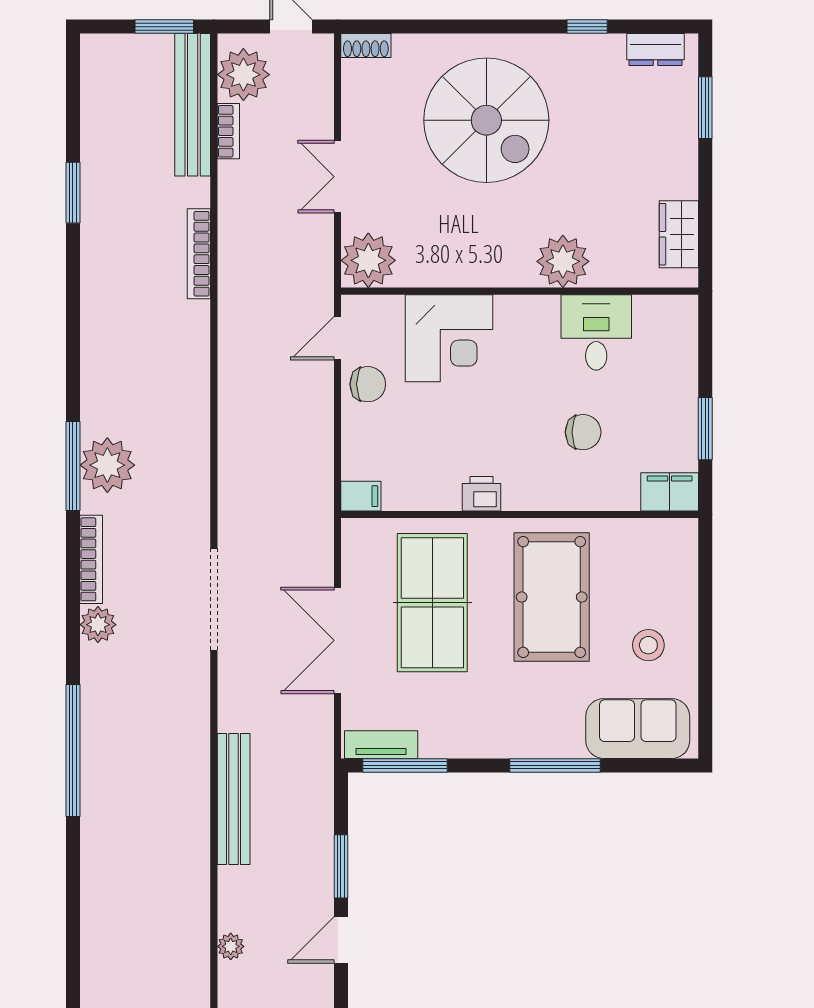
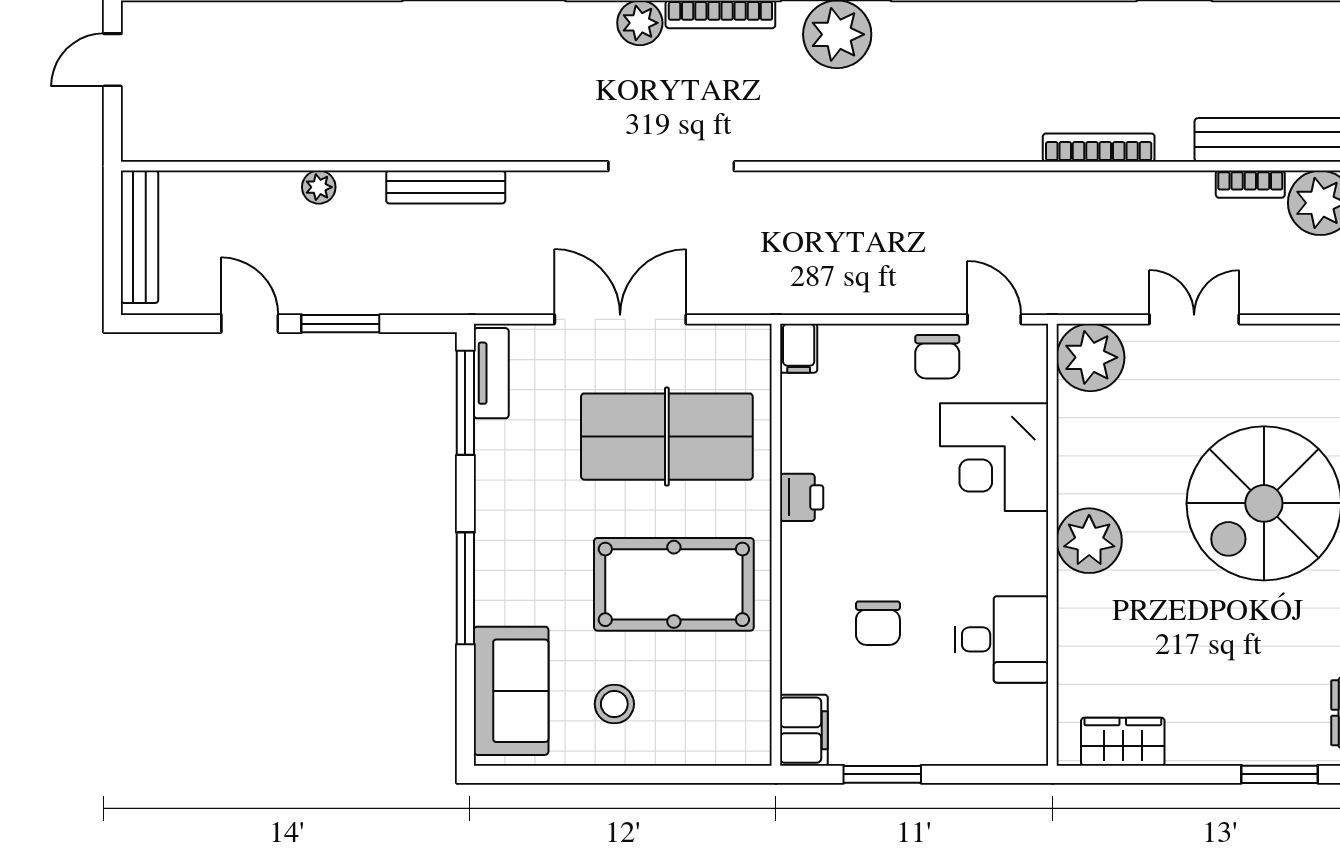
plant: (563, 261) -> (1089, 541), moved
bench: (234, 799) -> (446, 187), width x0.73, depth x0.82
plant: (231, 946) -> (319, 187), moved

